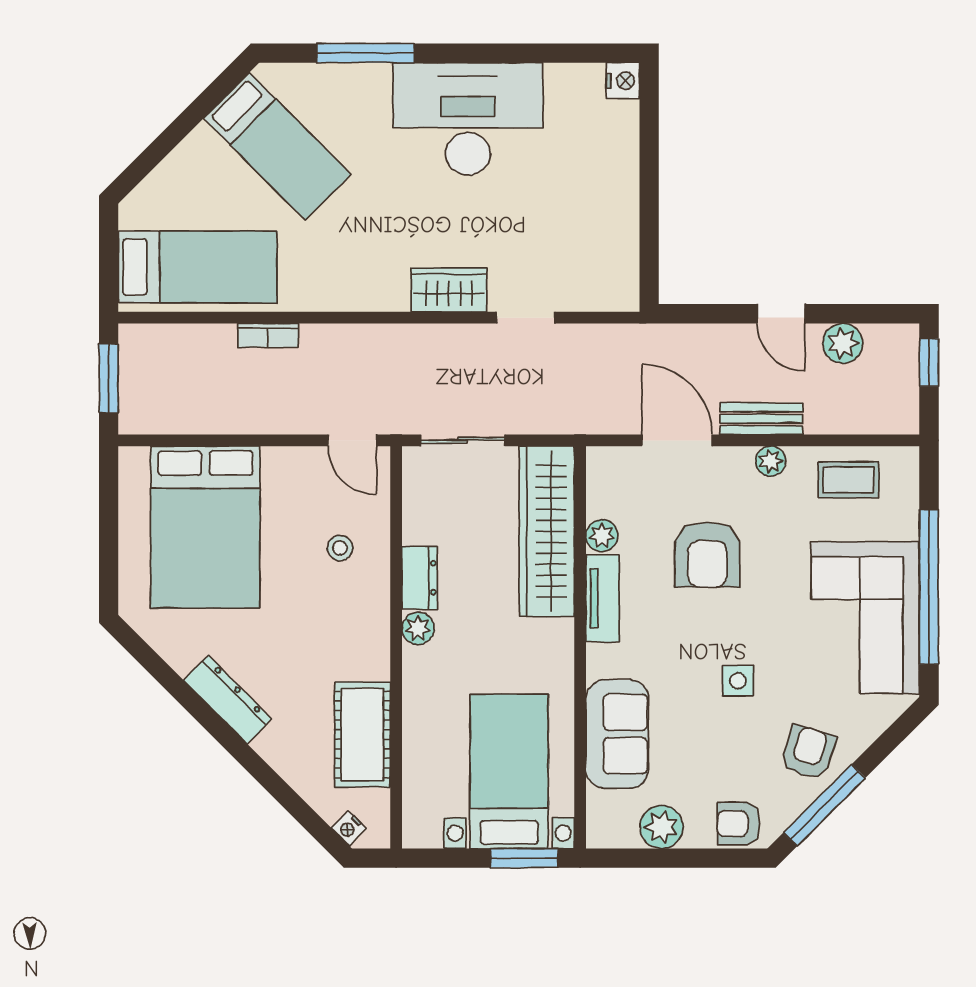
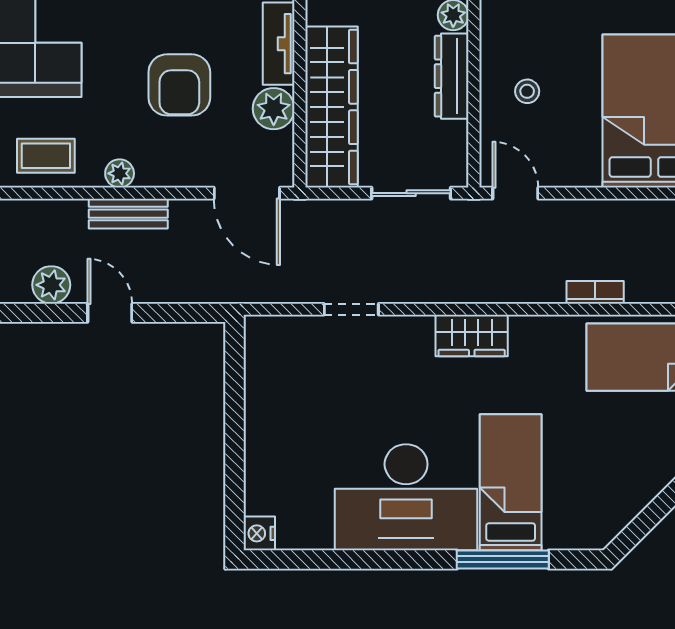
bed: (277, 146) -> (511, 482), moved, turned 45
wardrobe: (449, 290) -> (472, 336), moved
door: (677, 440) -> (247, 193), moved
plant: (602, 536) -> (274, 109), width x1.38, depth x1.38
armchair: (707, 555) -> (179, 85), turned 180
dresser: (420, 578) -> (452, 76), width x1.44

